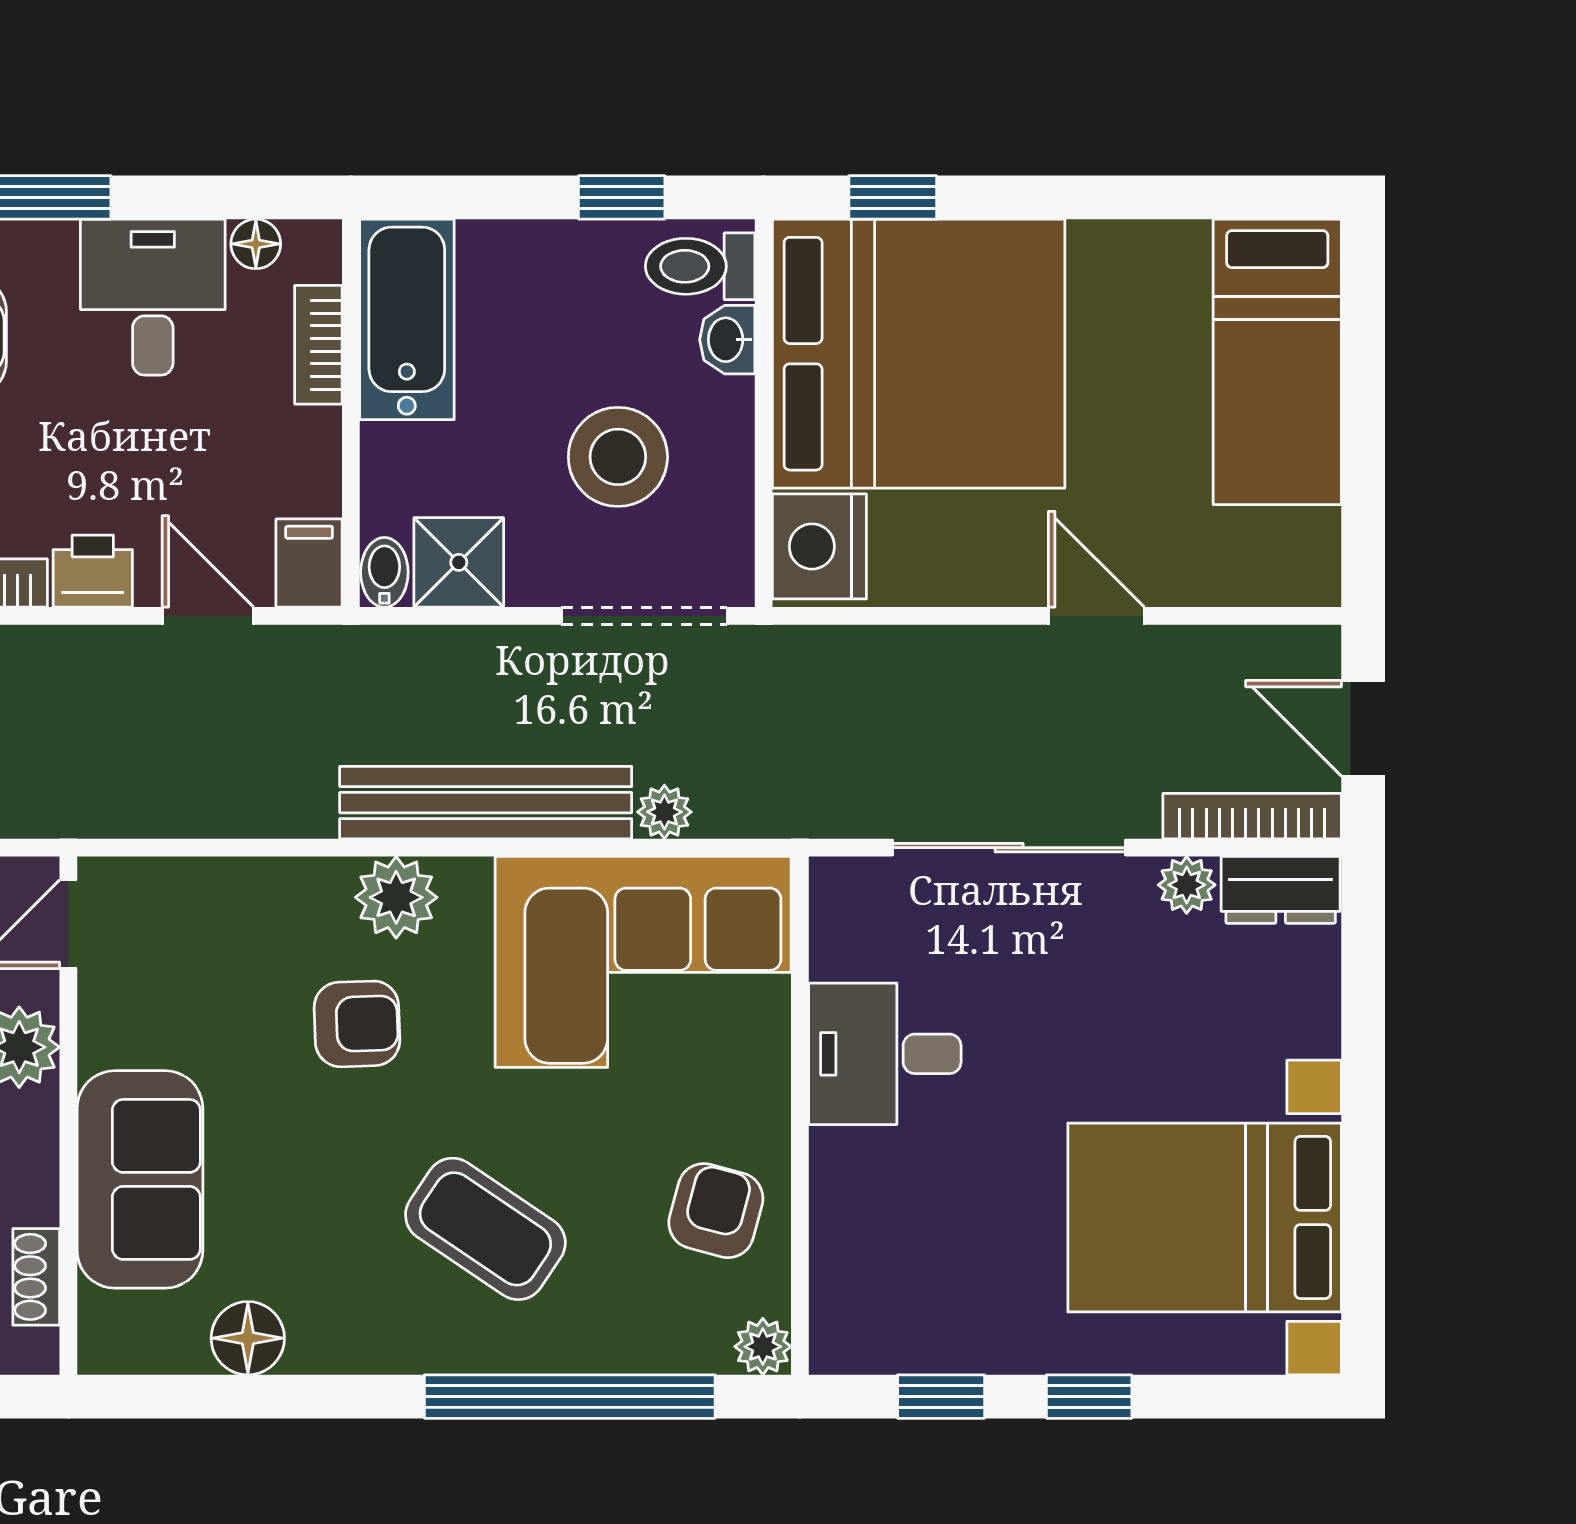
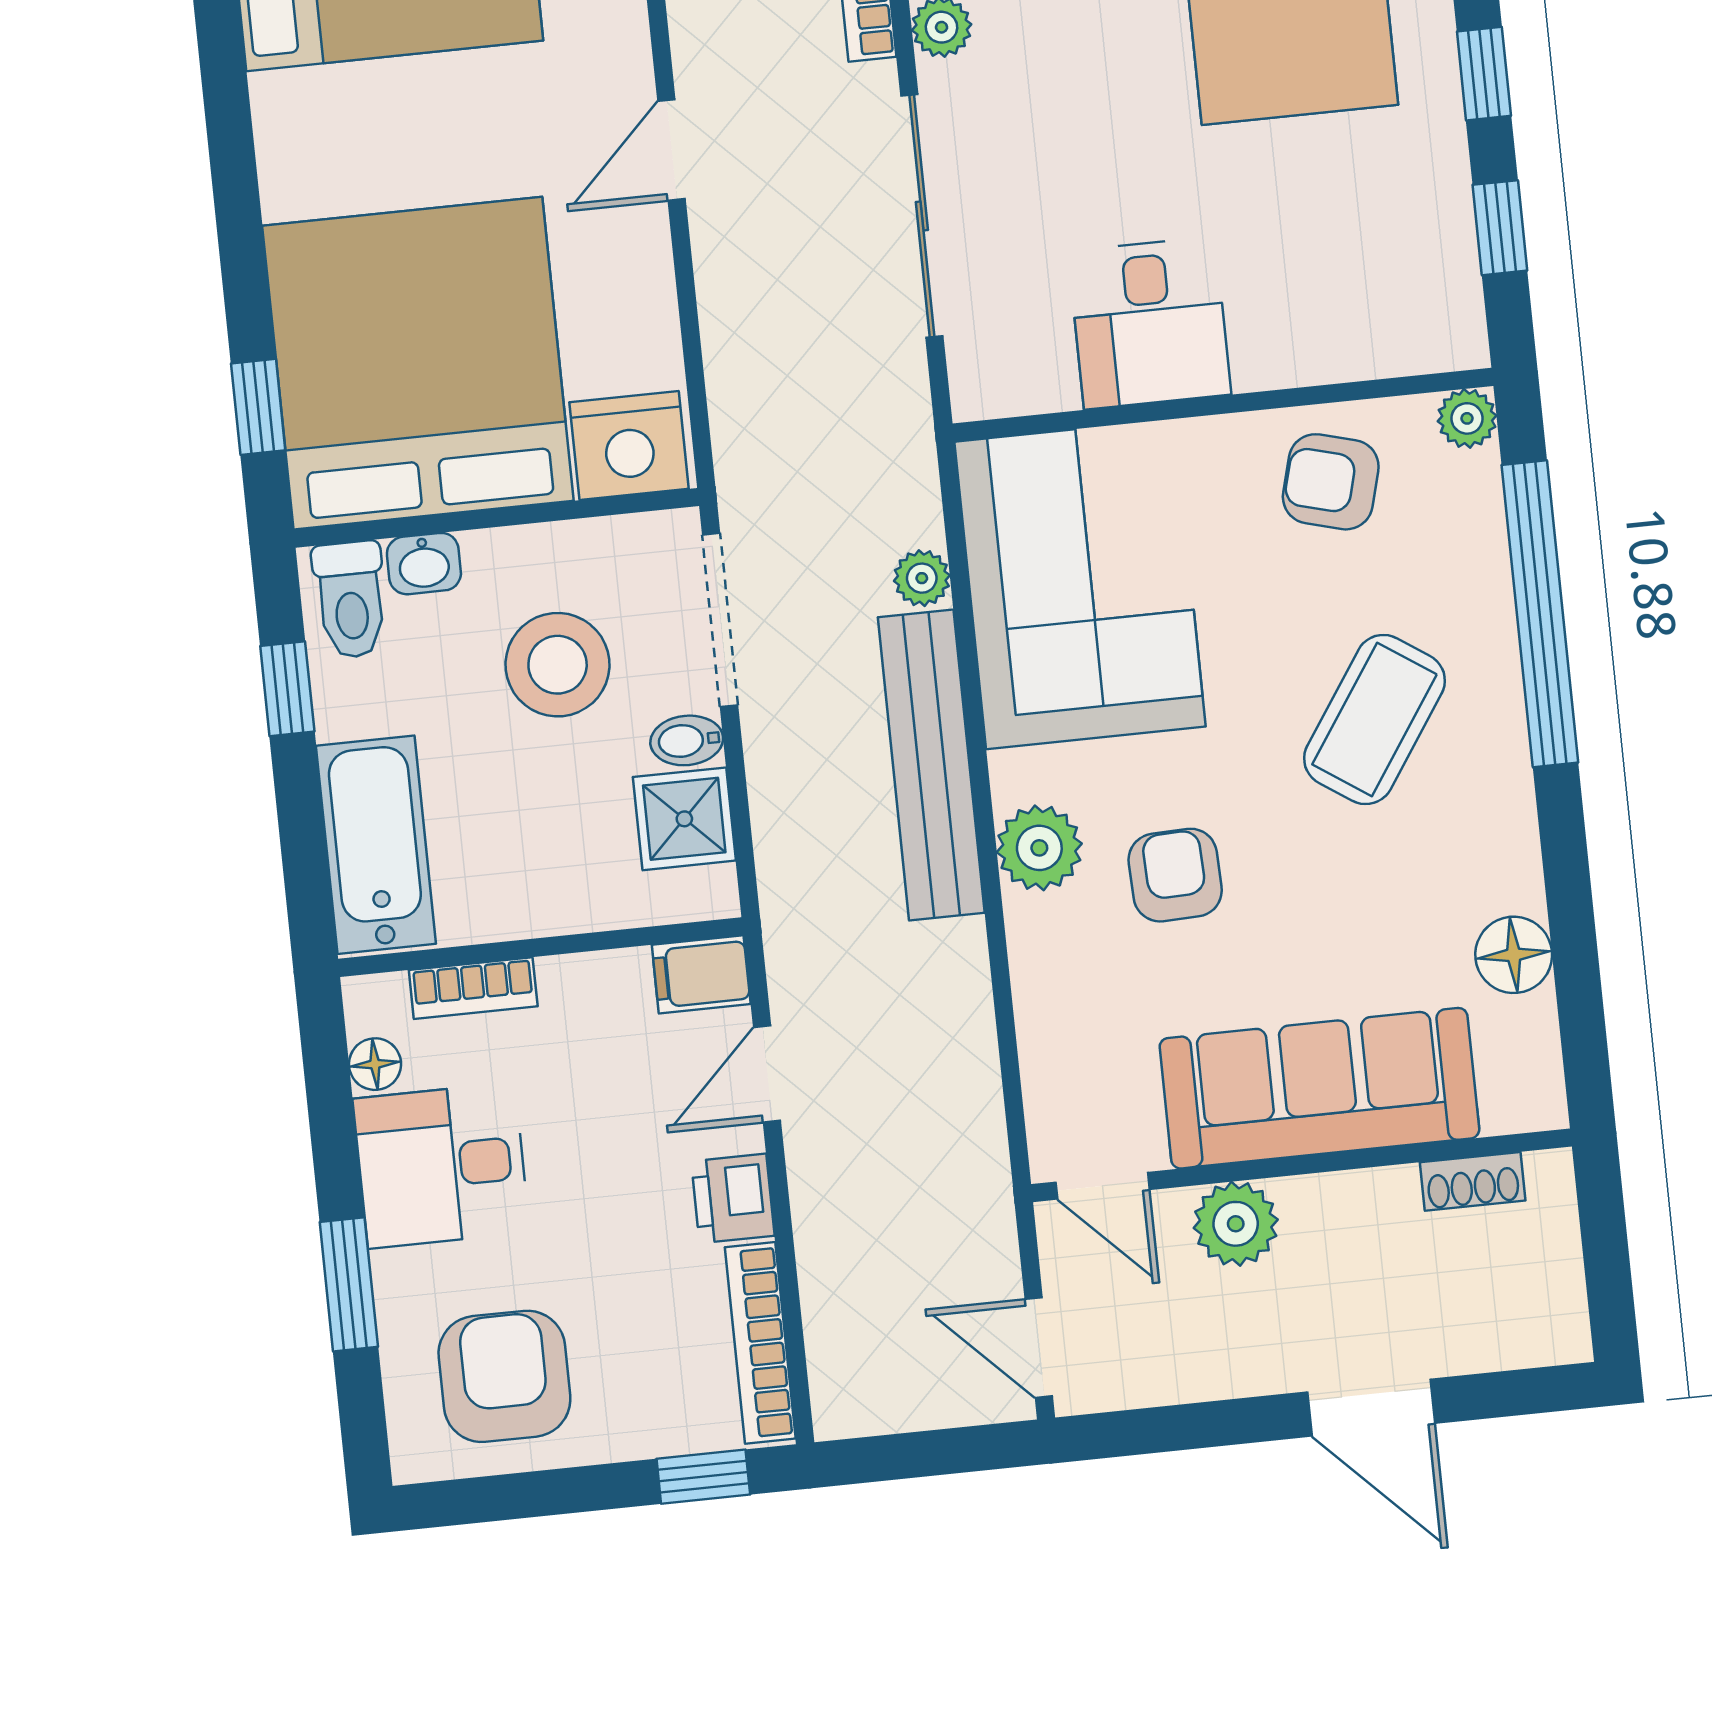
bathtub: (407, 319) -> (376, 845), moved, turned 90
bidet: (384, 572) -> (687, 740), moved
sofa: (140, 1179) -> (1319, 1088), width x1.36

